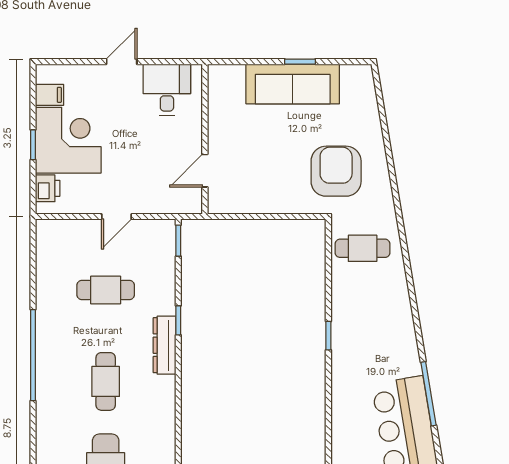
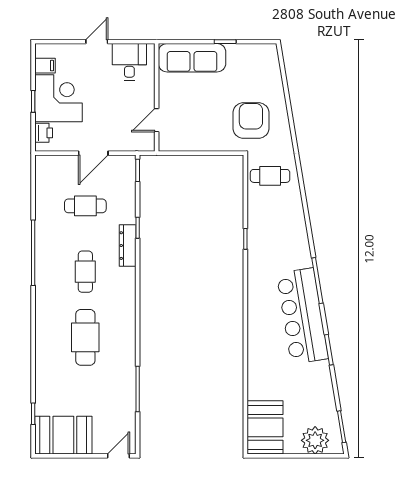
sofa: (293, 84) -> (192, 58), moved
door: (117, 217) -> (93, 153), width x1.38

